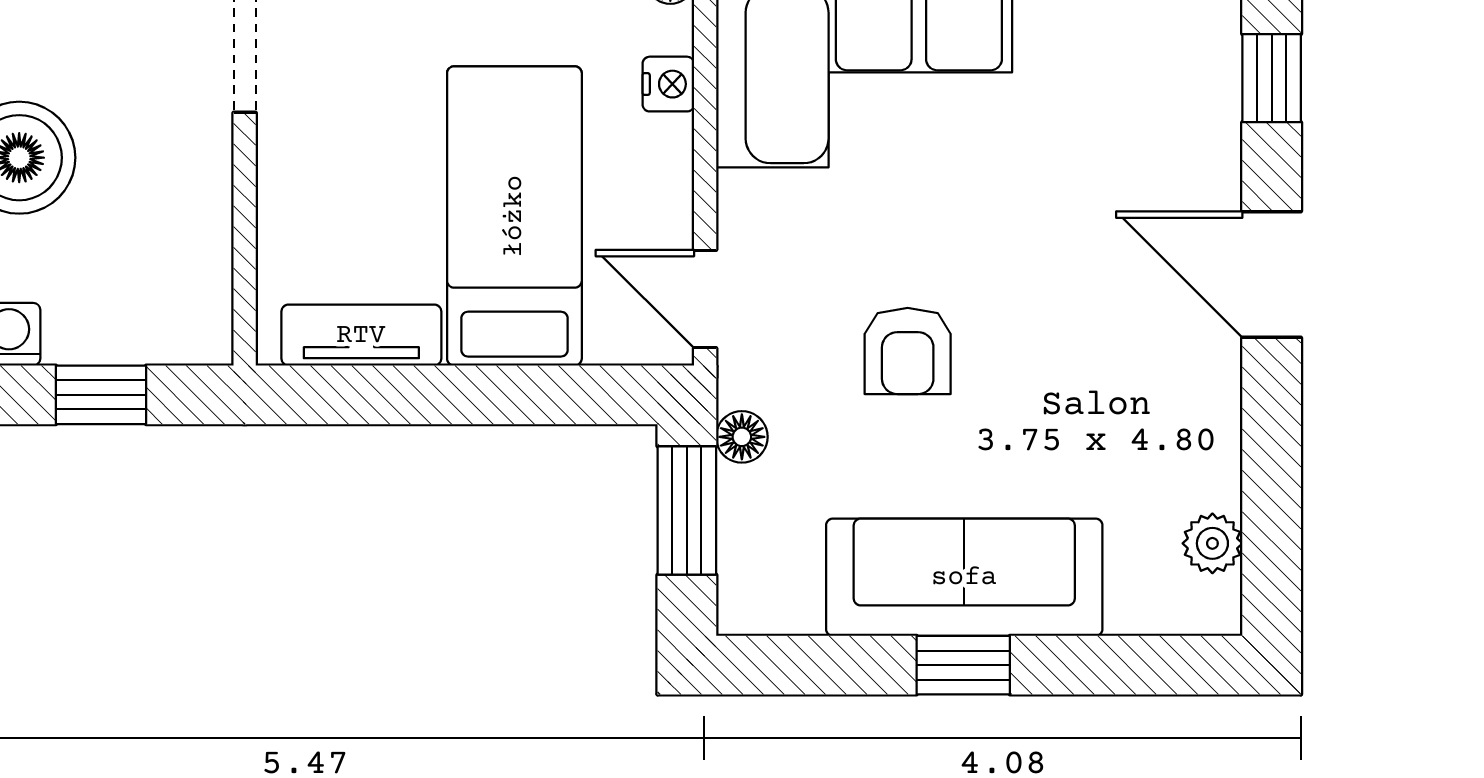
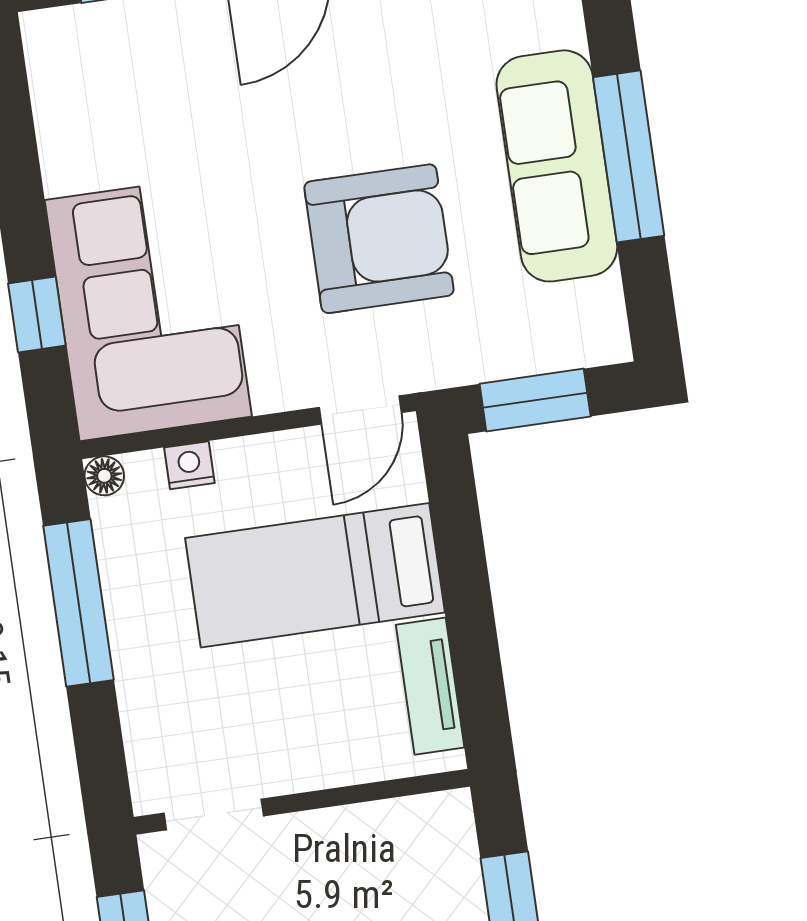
armchair: (908, 351) -> (379, 239), width x1.88, depth x1.88
floor lamp: (742, 437) -> (468, 364), removed
window: (963, 665) -> (629, 156), width x2.17

